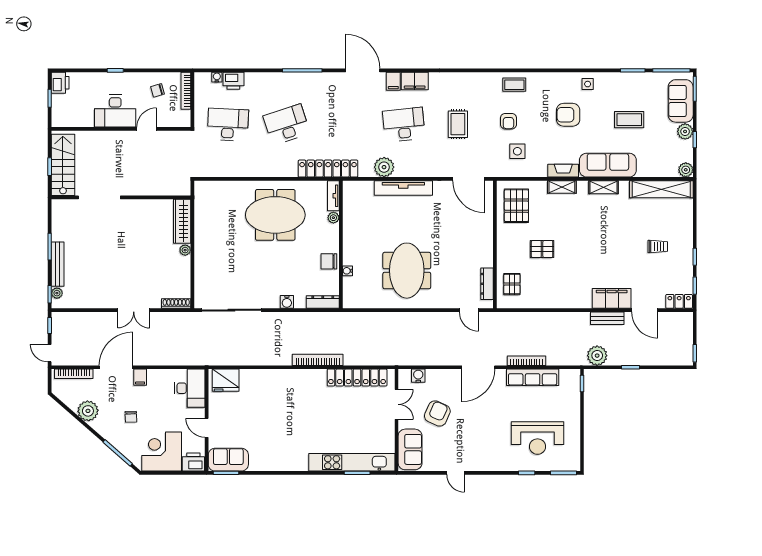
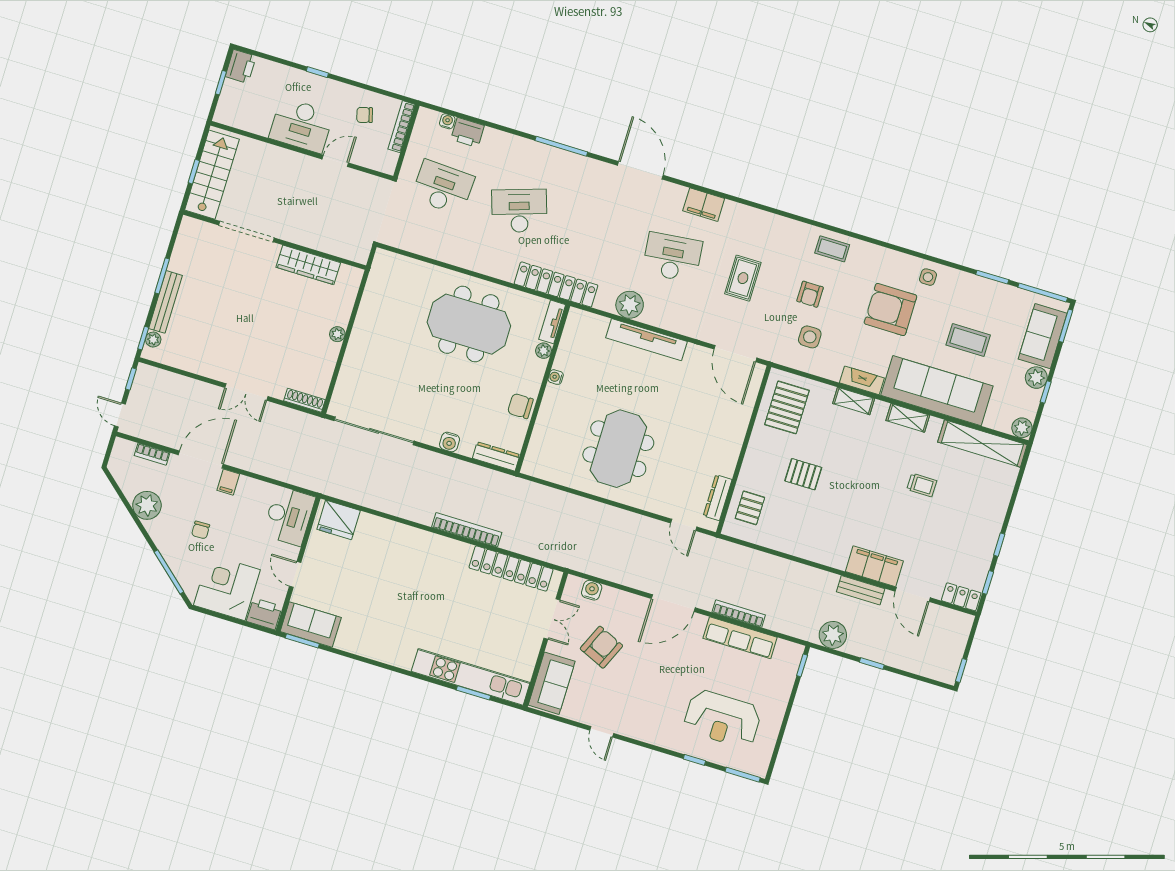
filing cabinet: (393, 81) -> (676, 196), removed
armchair: (568, 115) -> (890, 309), width x1.36, depth x1.36
sofa: (608, 165) -> (937, 391), width x1.36, depth x1.27
wardrobe: (182, 221) -> (308, 265), moved, turned -90
trolley: (658, 246) -> (922, 485), moved
water cooler: (347, 271) -> (556, 377), moved
bookcase: (74, 374) -> (152, 454), width x0.64

